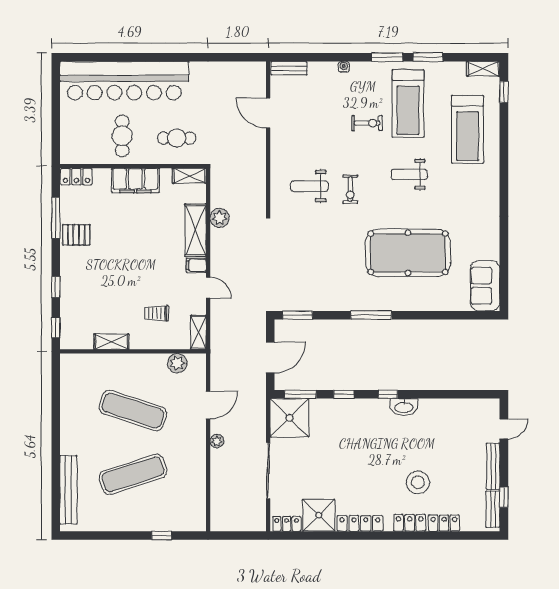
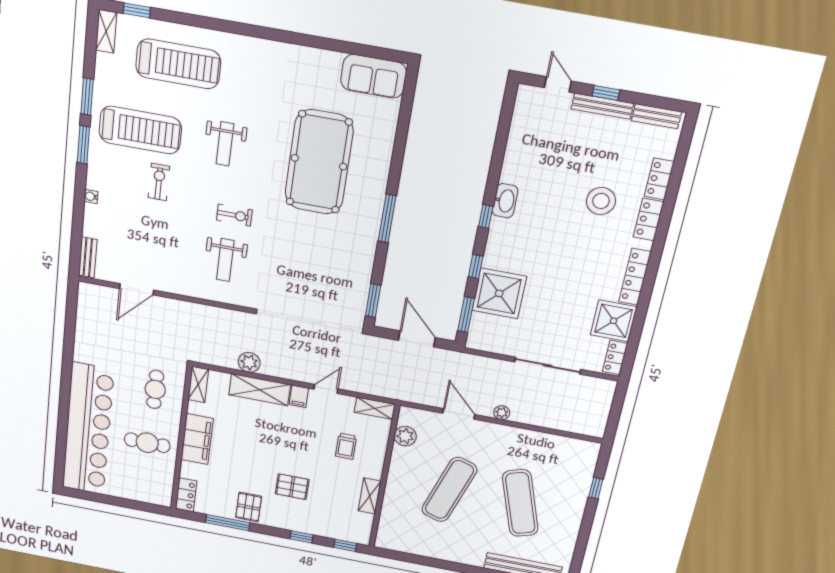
pallet: (106, 271) -> (292, 487), added
shower: (289, 418) -> (499, 293), moved
window: (504, 497) -> (606, 93), moved

